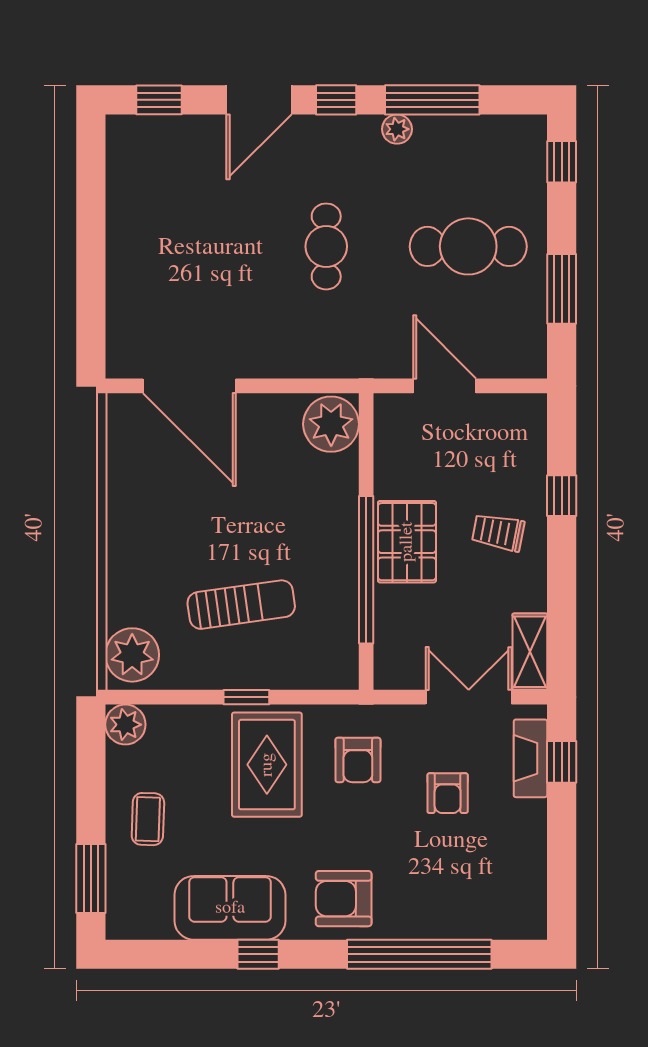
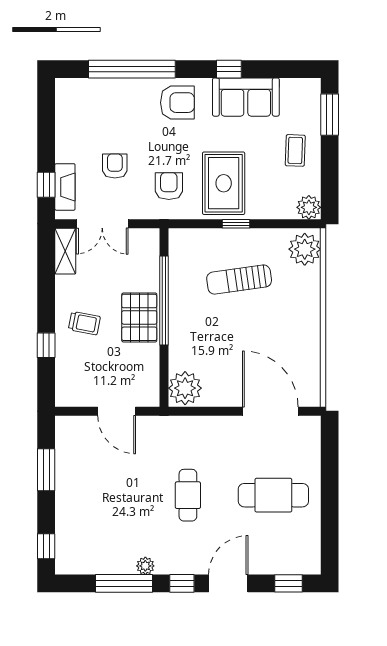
cafe table: (468, 246) -> (273, 495), moved

